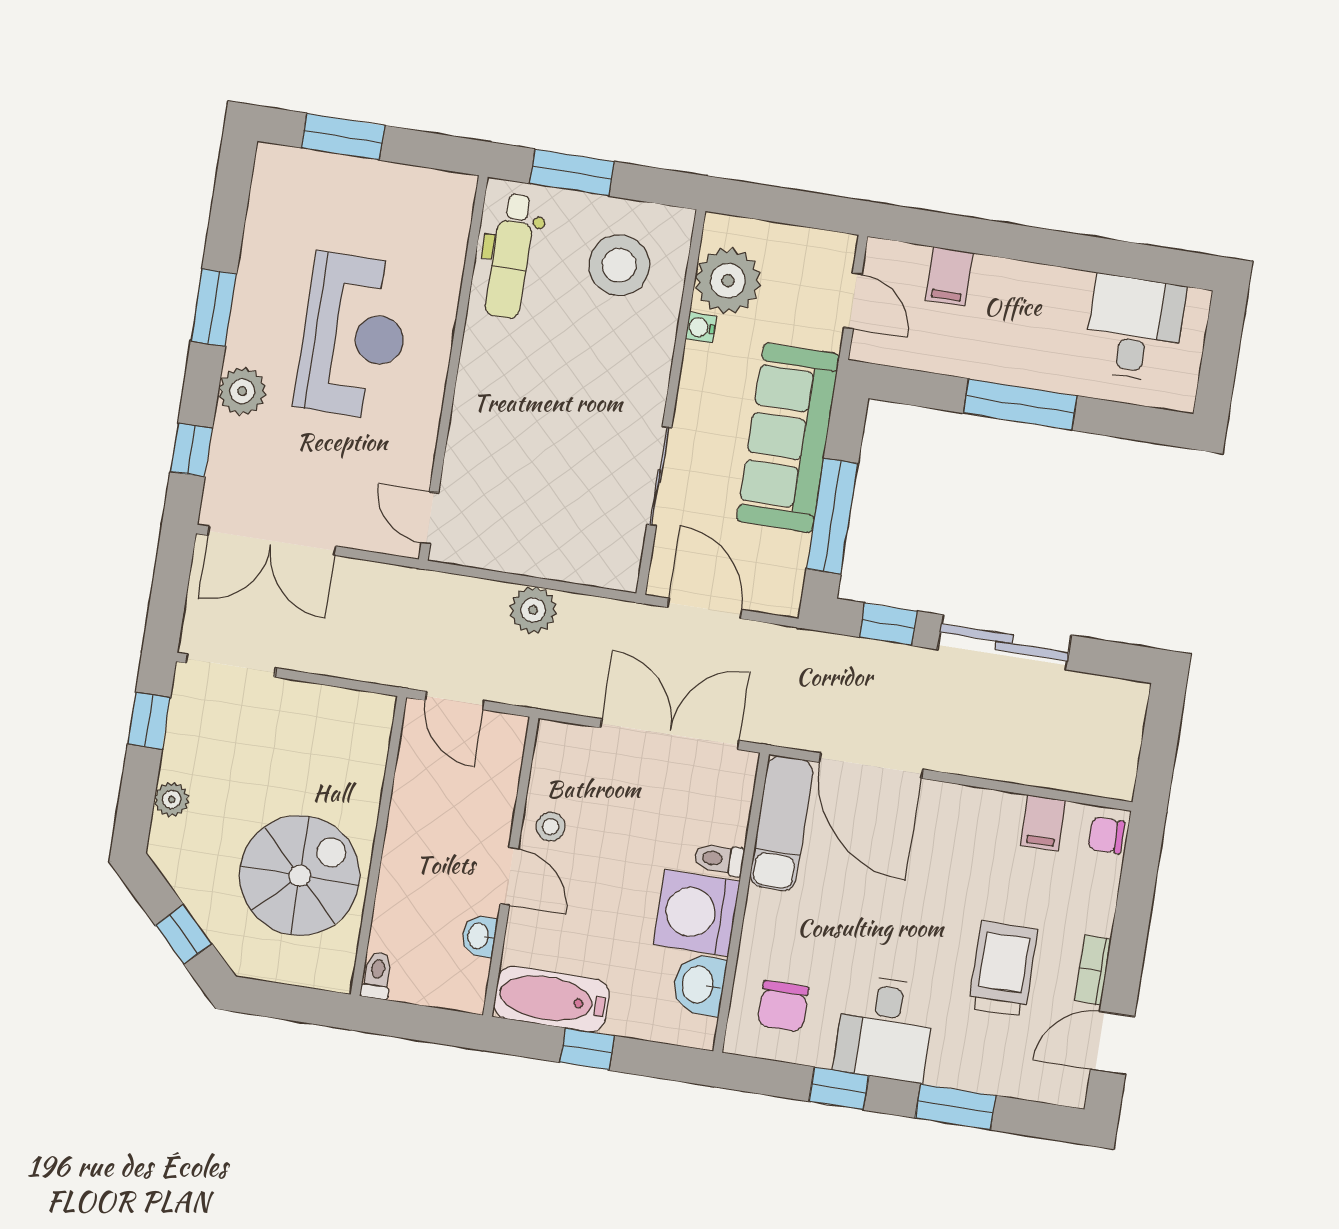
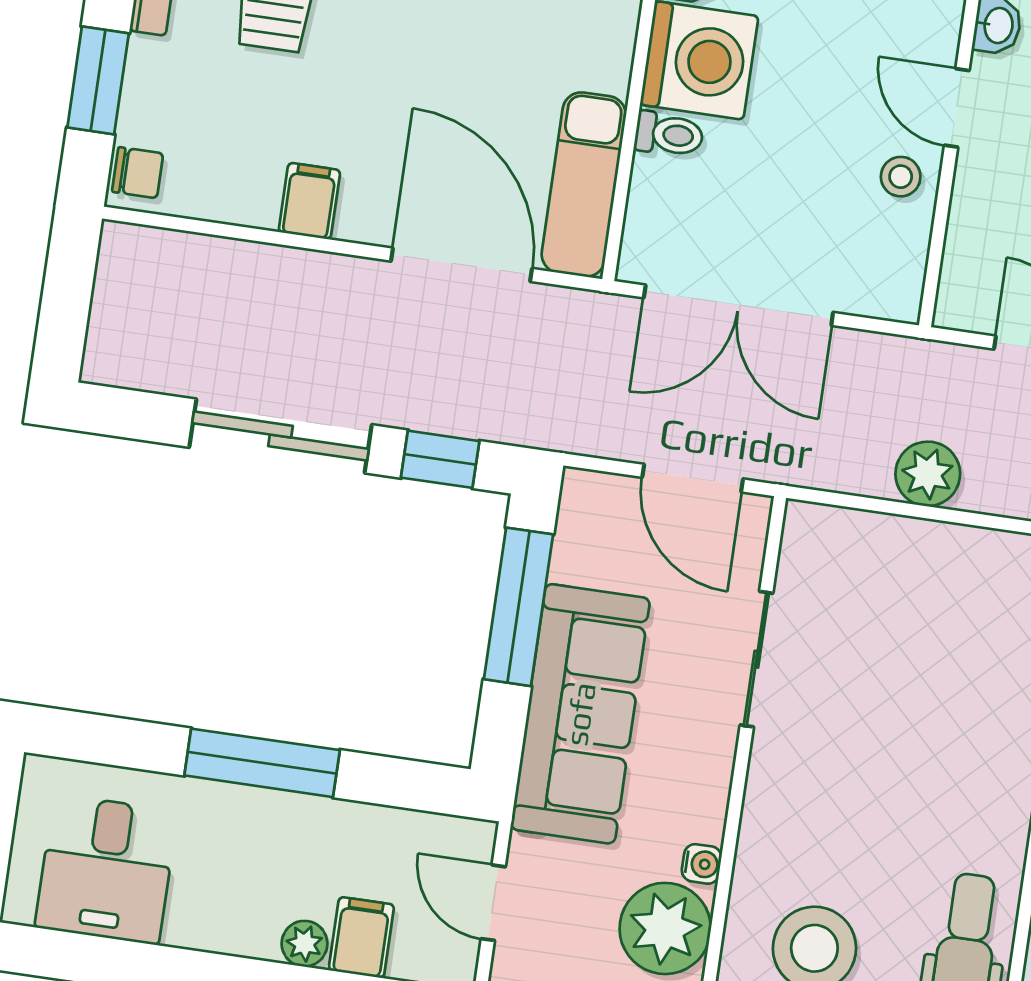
plant: (991, 272) -> (304, 944), added
filing cabinet: (1043, 823) -> (309, 201), moved
window: (1134, 903) -> (98, 80), added

